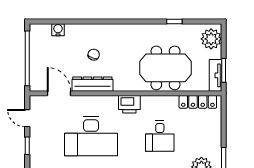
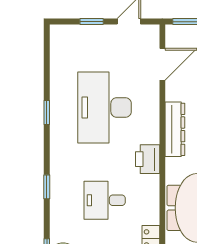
dresser: (92, 84) -> (175, 129), moved

